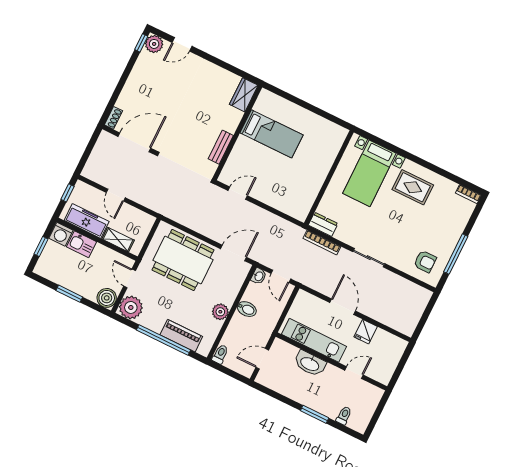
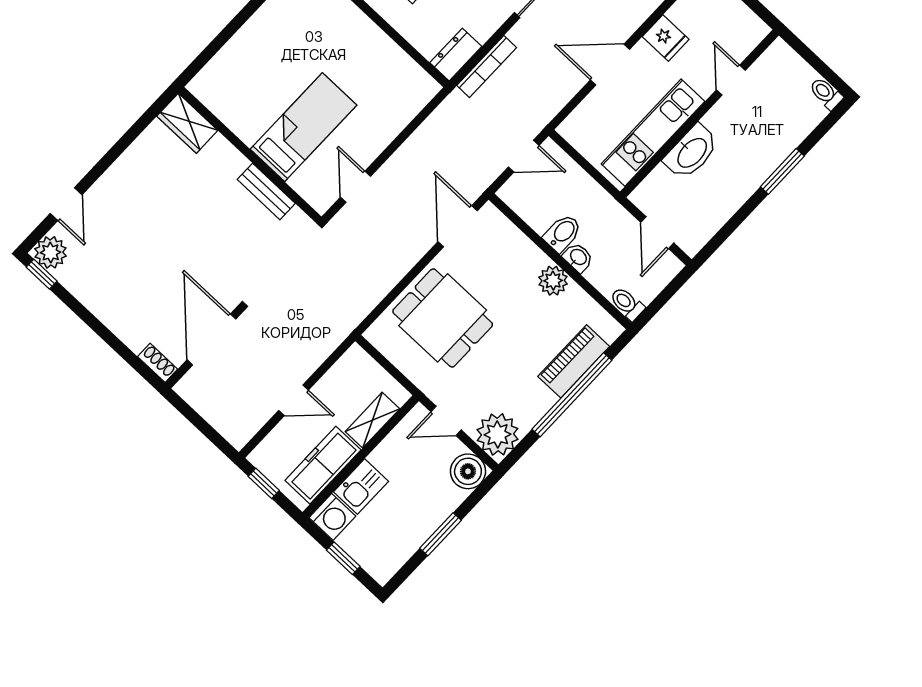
bed: (272, 134) -> (303, 127), moved
dining table: (183, 260) -> (443, 318), width x0.73
washbasin: (259, 276) -> (578, 257), moved
toilet: (344, 416) -> (826, 93), moved

